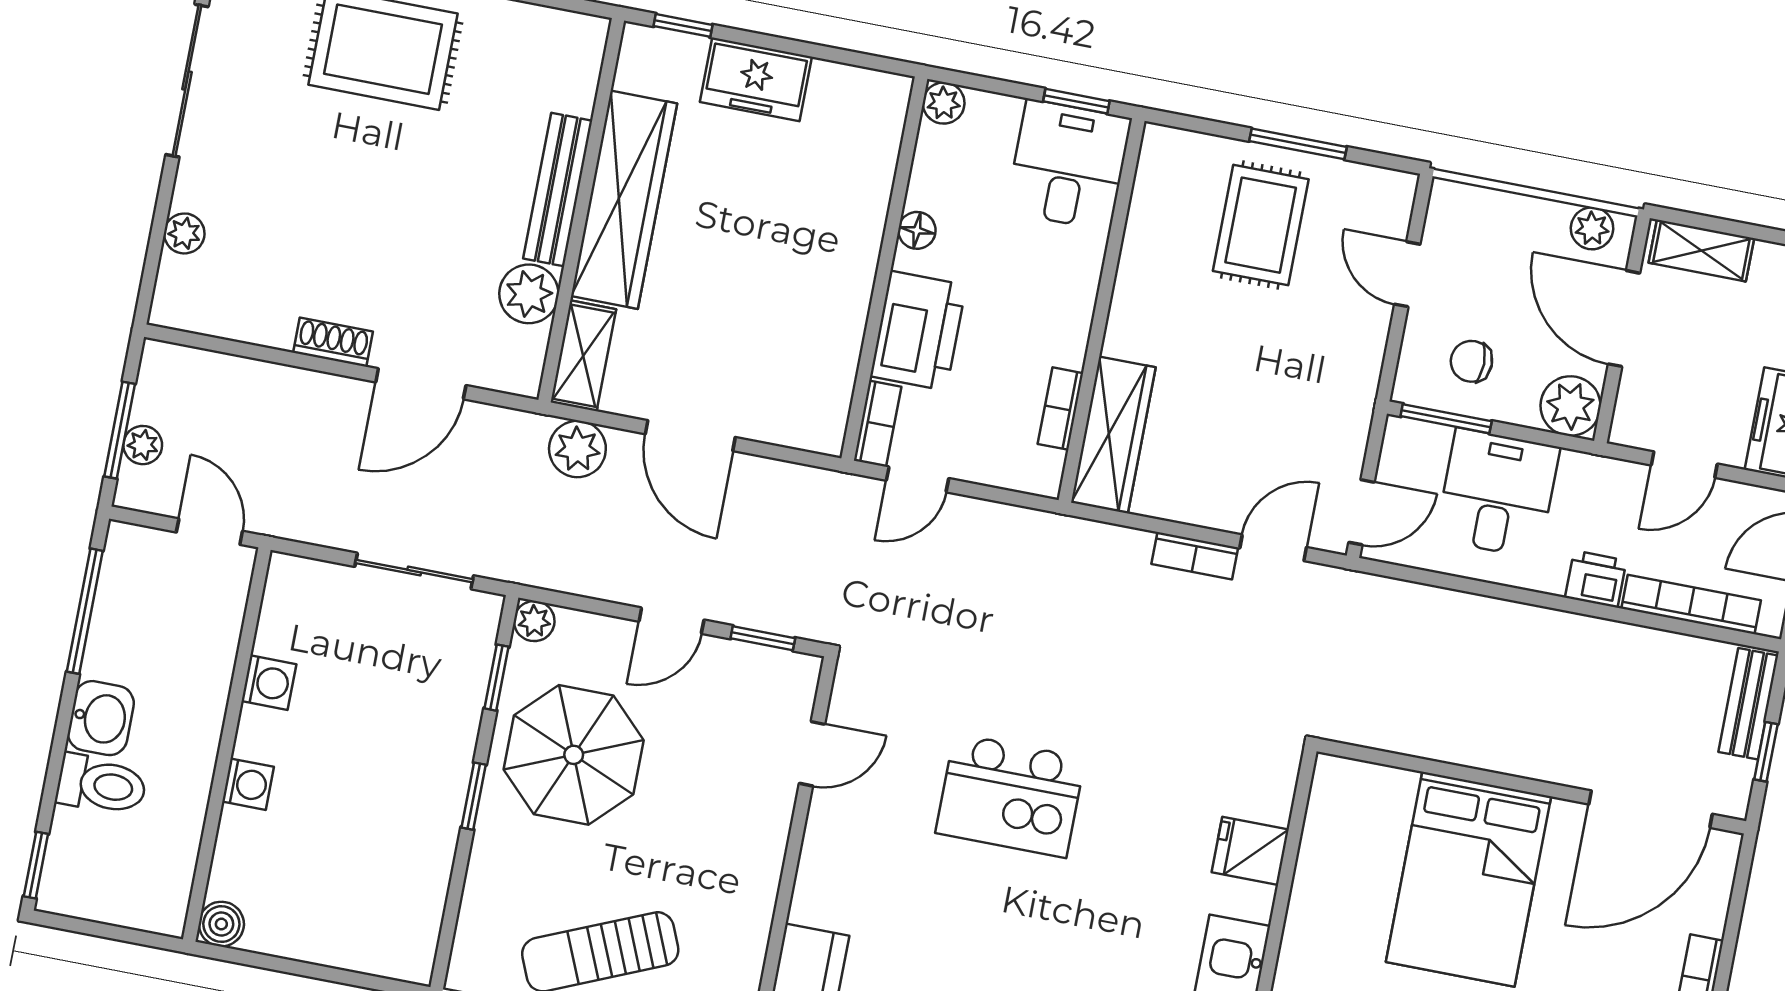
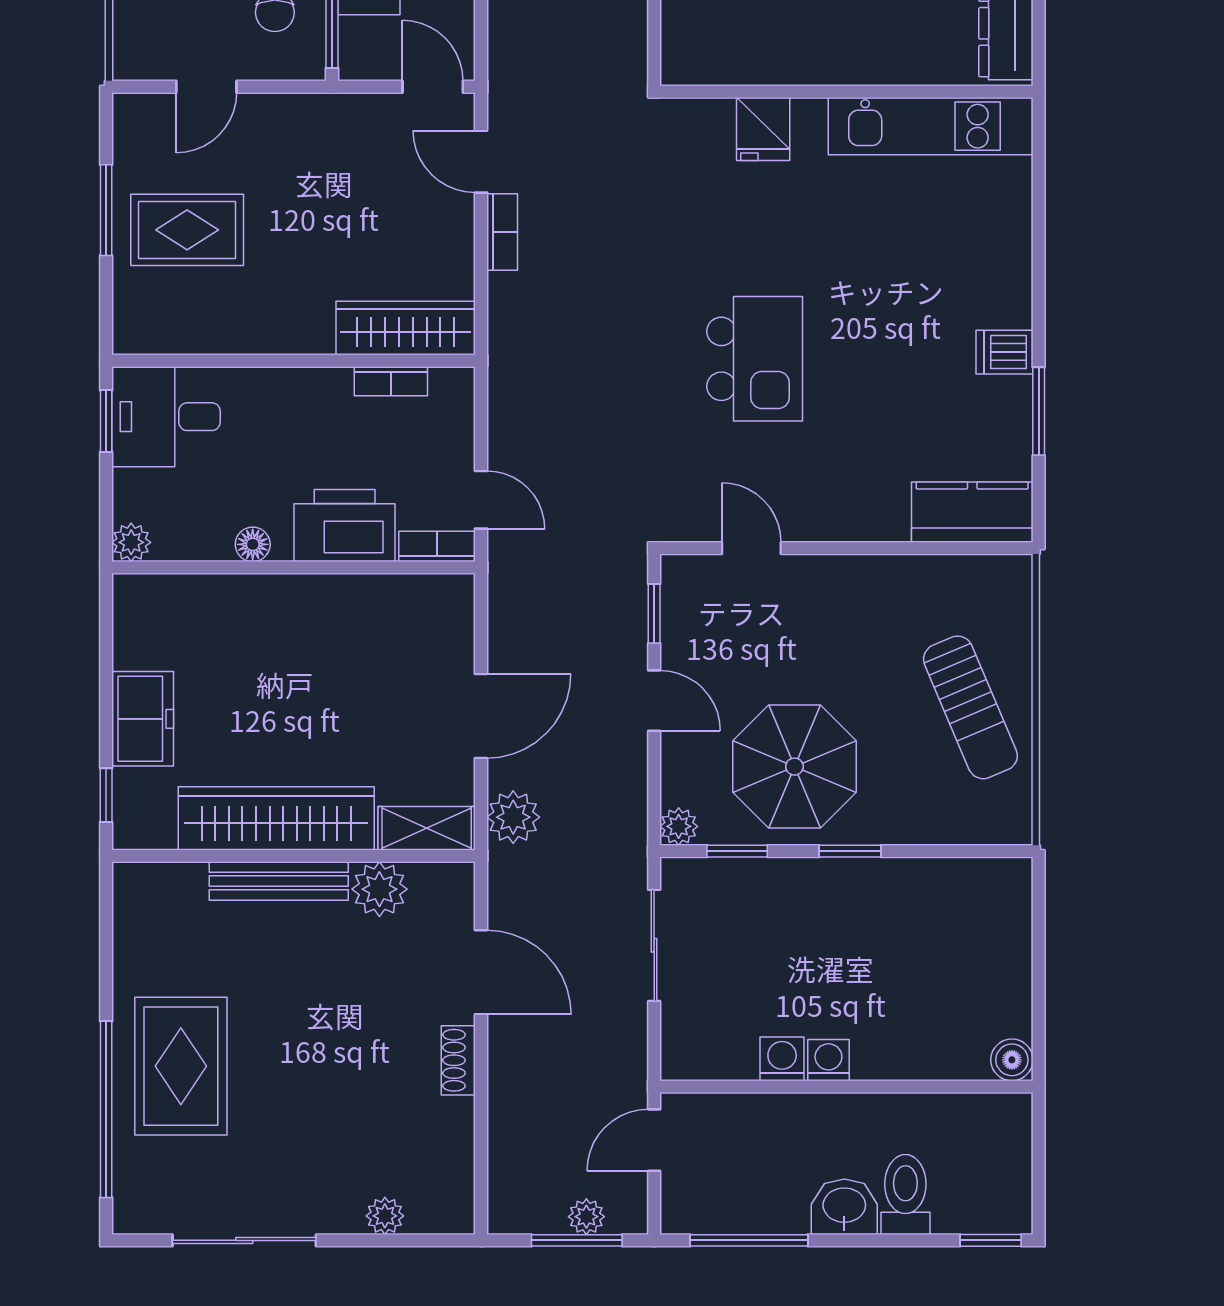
washing machine: (248, 784) -> (828, 1060), moved

